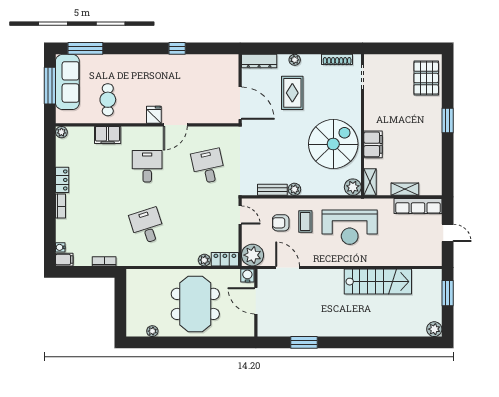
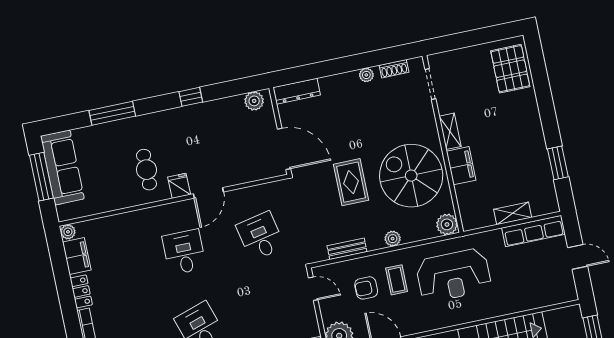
window: (85, 48) -> (112, 113), moved
shoe rack: (337, 59) -> (394, 69), width x0.70
plant: (295, 60) -> (366, 75), moved
plant: (225, 62) -> (254, 101), added
rug: (292, 93) -> (351, 182), moved
cafe table: (108, 100) -> (146, 170), moved
window: (448, 120) -> (558, 163), moved
filing cabinet: (108, 135) -> (77, 256), moved, turned -90
spiral stairs: (333, 144) -> (411, 176), turned -90
shelving: (370, 182) -> (450, 131), moved
plant: (294, 189) -> (393, 239), moved

